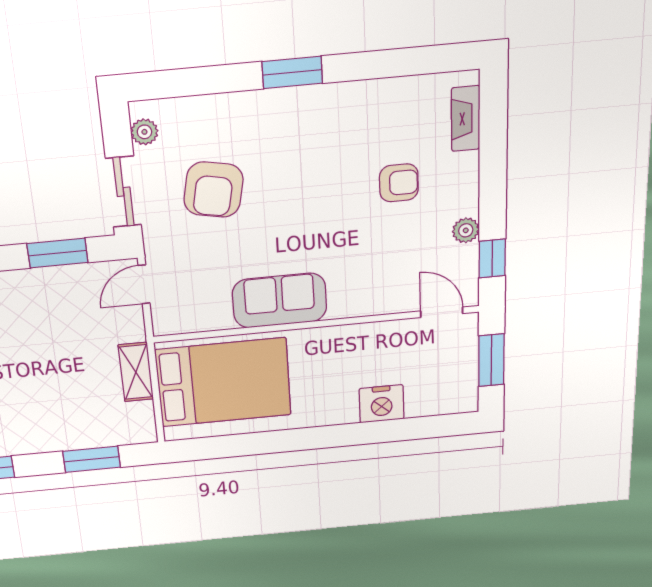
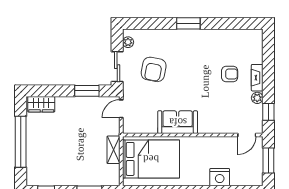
fireplace: (466, 119) -> (257, 78), moved
door: (442, 312) -> (247, 135), swing flipped

